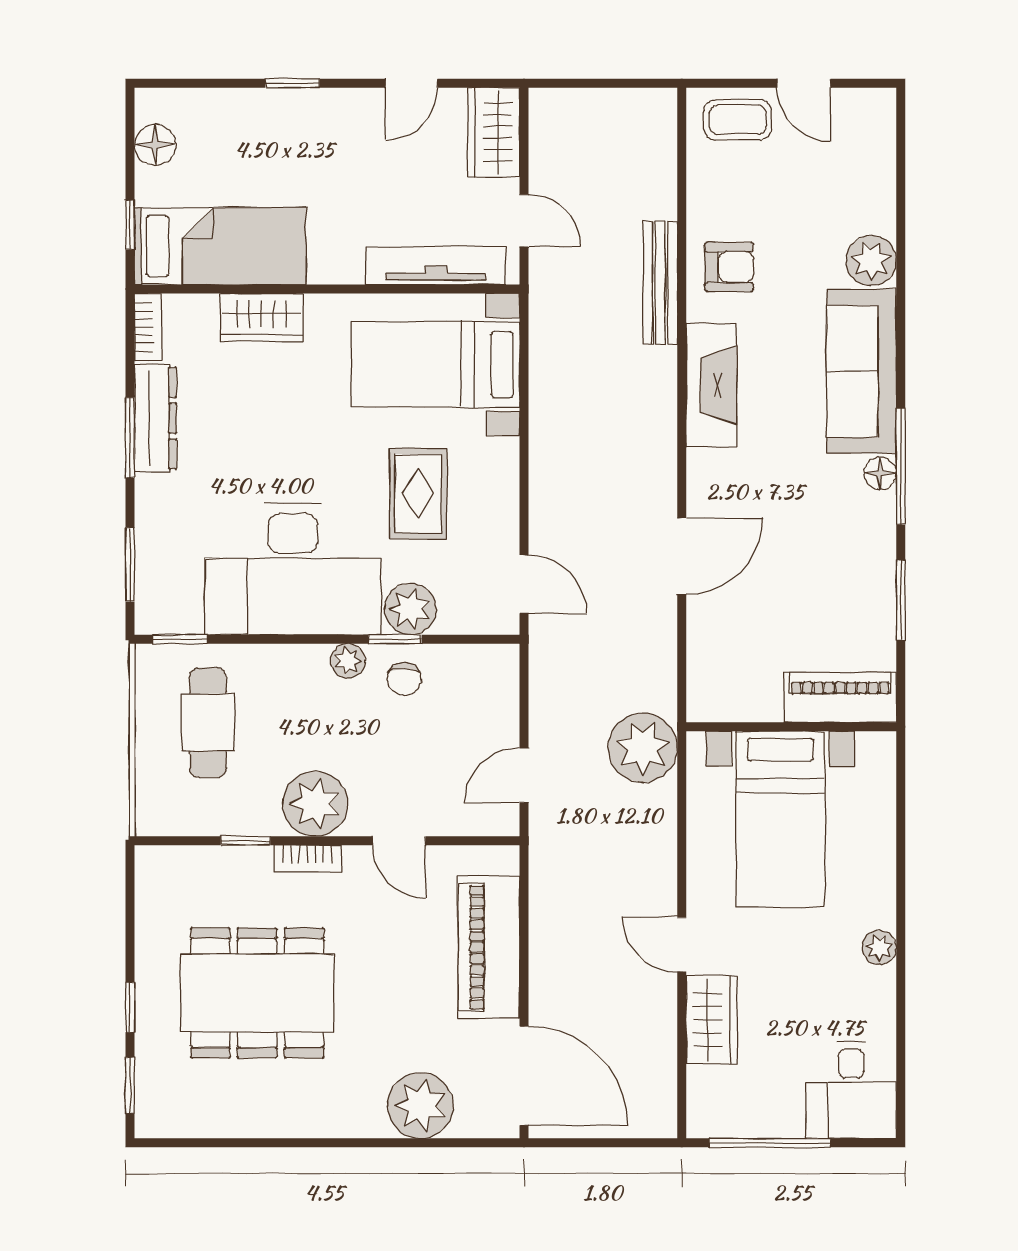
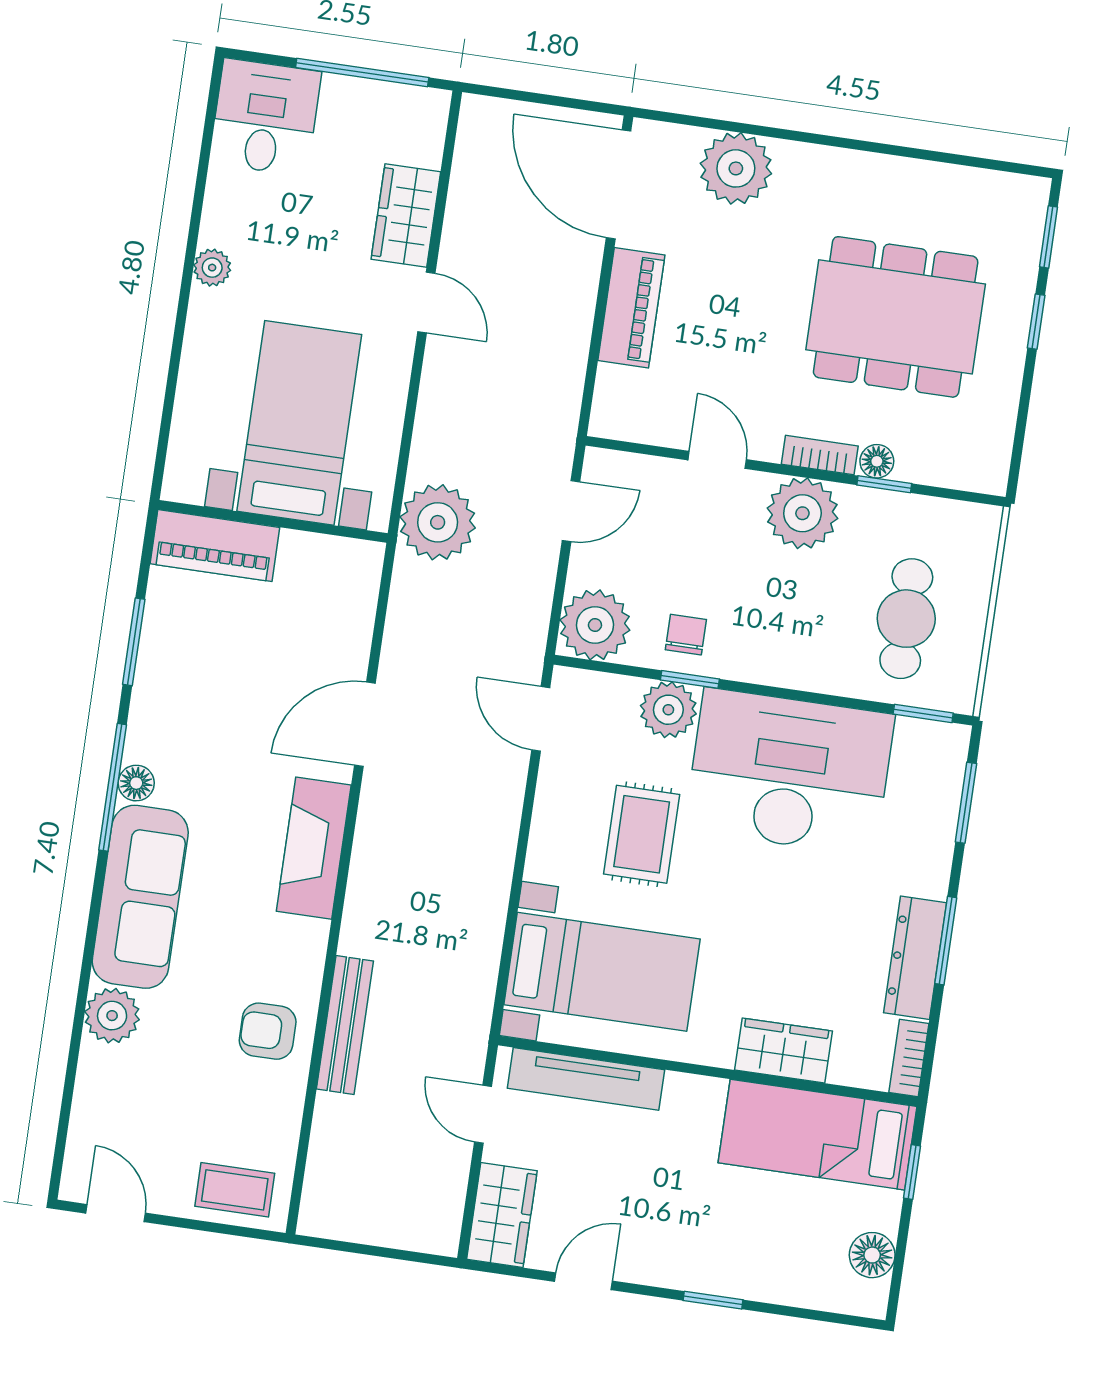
door: (804, 83) -> (116, 1213), moved
fireplace: (712, 385) -> (314, 848), moved
plant: (348, 661) -> (595, 625), moved, width x1.88, depth x1.88
floor lamp: (255, 860) -> (877, 461), added
piano: (489, 947) -> (631, 308), width x0.73, depth x0.75

